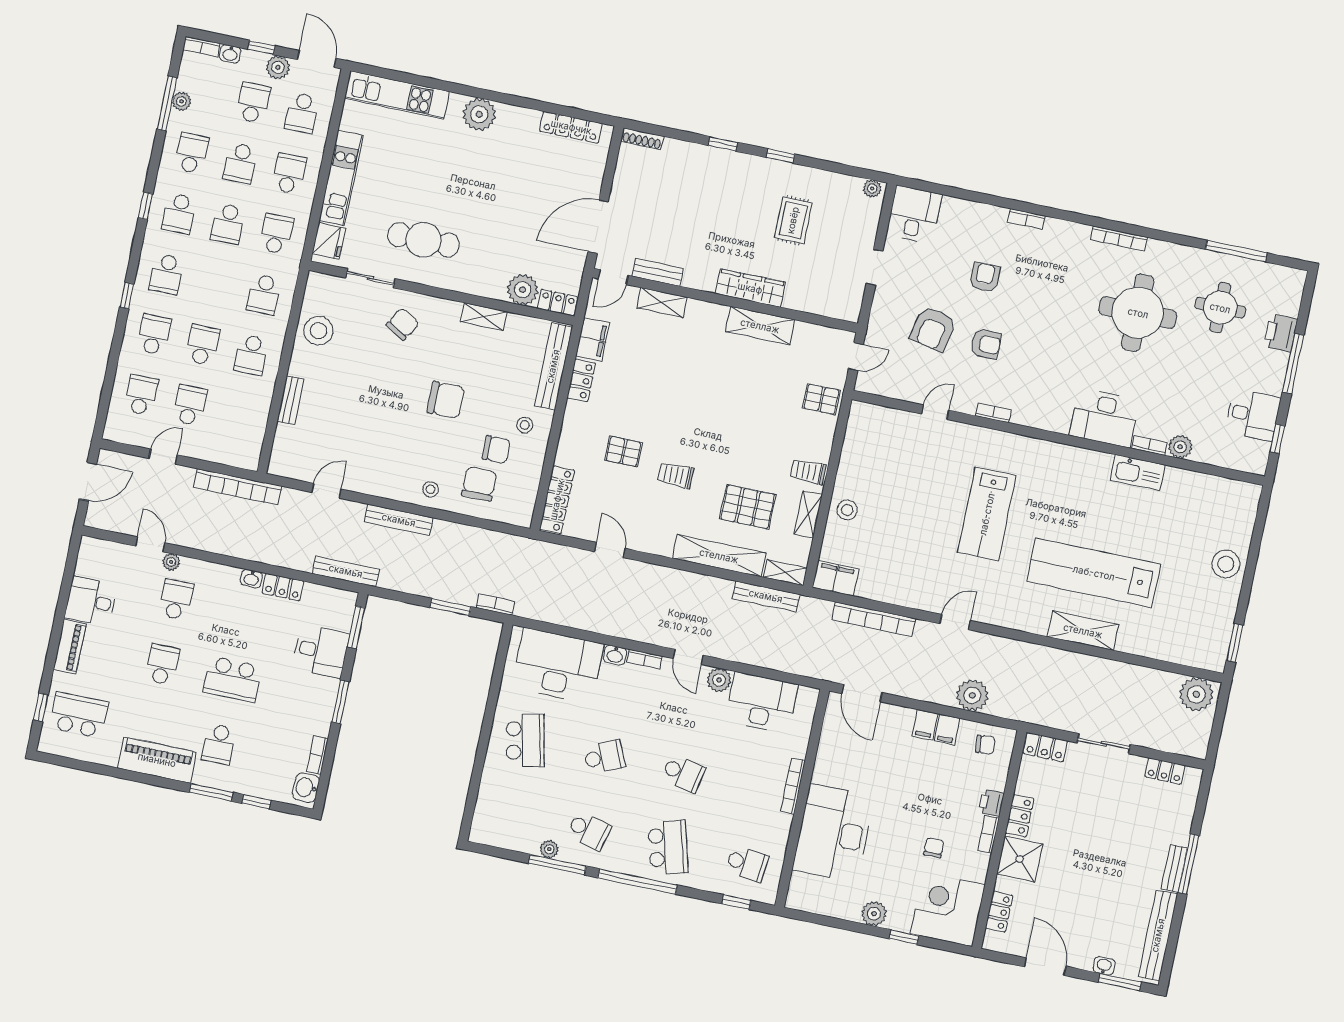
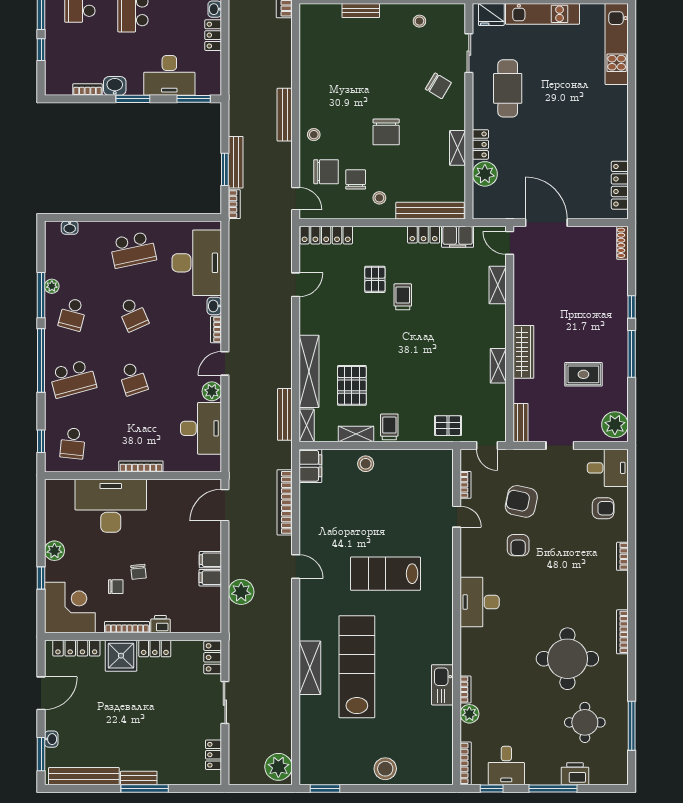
plant: (479, 114) -> (615, 111), removed
window: (781, 156) -> (632, 354), width x2.17
plant: (872, 189) -> (615, 425), width x1.88, depth x1.88
bench: (658, 272) -> (521, 423), moved
armchair: (985, 277) -> (603, 508), moved
locker: (558, 303) -> (480, 144), moved
shelving: (760, 326) -> (498, 366), width x0.67, depth x0.75
stool: (318, 331) -> (419, 21), width x0.53, depth x0.53
pallet: (821, 399) -> (448, 426), turned 90
bookcase: (993, 413) -> (465, 485), moved
desk: (1104, 418) -> (480, 602), moved
chair: (496, 449) -> (356, 179), turned 180
bookcase: (1240, 464) -> (466, 763), added
trolley: (676, 475) -> (403, 297), moved
door: (326, 491) -> (296, 199), moved
bench: (346, 571) -> (236, 162), moved
desk: (321, 651) -> (169, 75), width x1.37
chair: (985, 745) -> (138, 572), moved
school desk: (683, 773) -> (133, 379), turned -30
washbasin: (306, 788) -> (115, 86), moved
washbasin: (482, 812) -> (70, 228), added
bookcase: (988, 834) -> (127, 627), width x1.56
locker: (999, 912) -> (76, 648), width x1.53

